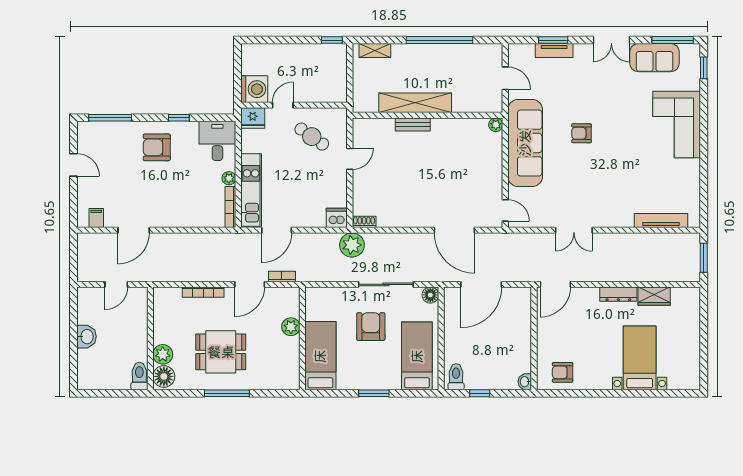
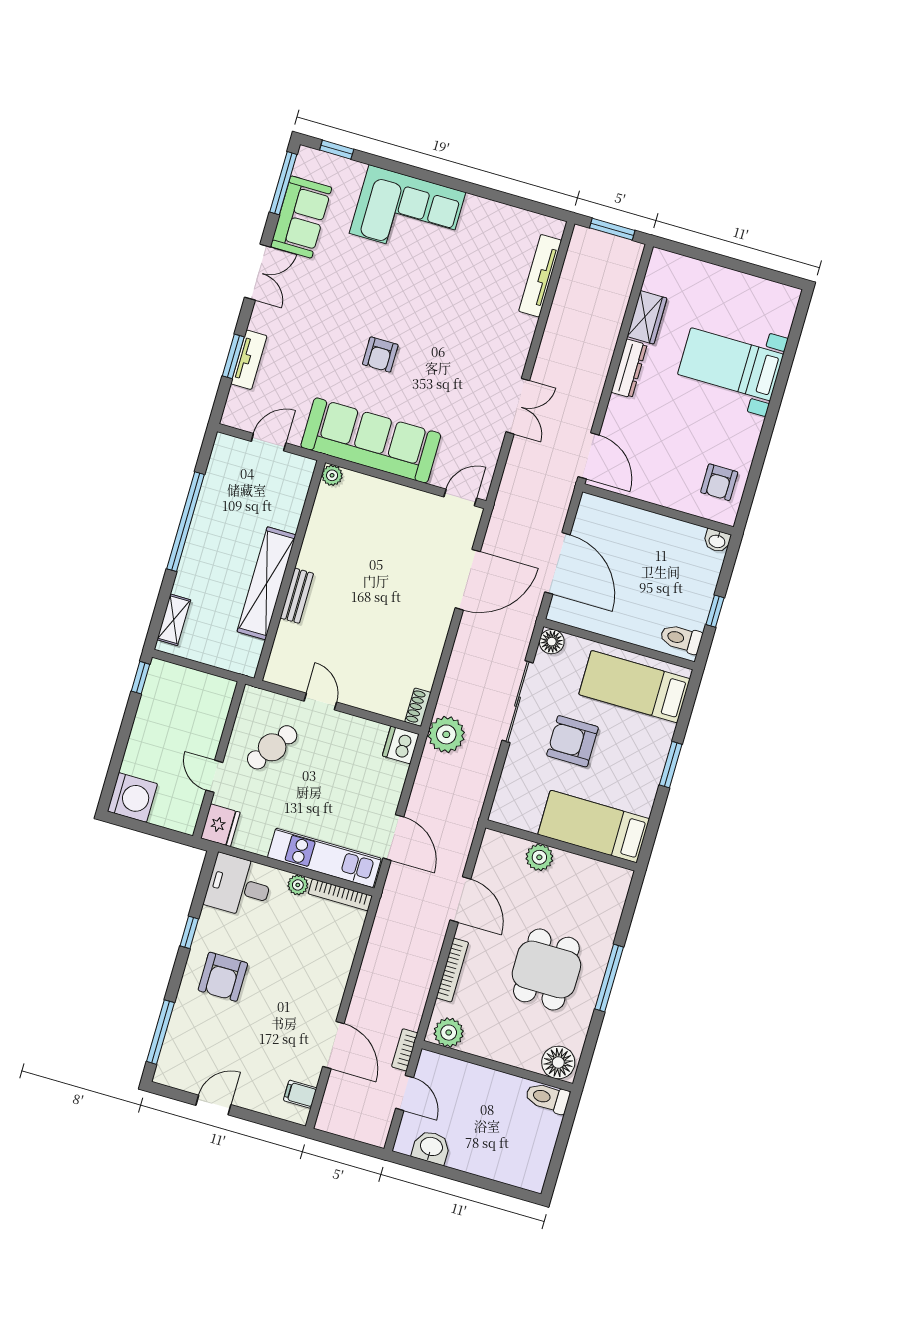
washing machine: (254, 89) -> (132, 797), moved, turned 90
bookcase: (282, 276) -> (405, 1050), moved
washbasin: (86, 337) -> (431, 1147), moved
plant: (163, 354) -> (449, 1033), moved

